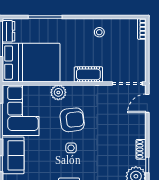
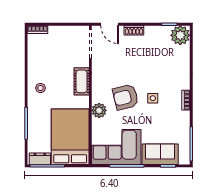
stool: (99, 32) -> (40, 88), moved
armchair: (72, 120) -> (126, 97), turned -97
shoe rack: (141, 149) -> (134, 30), moved

